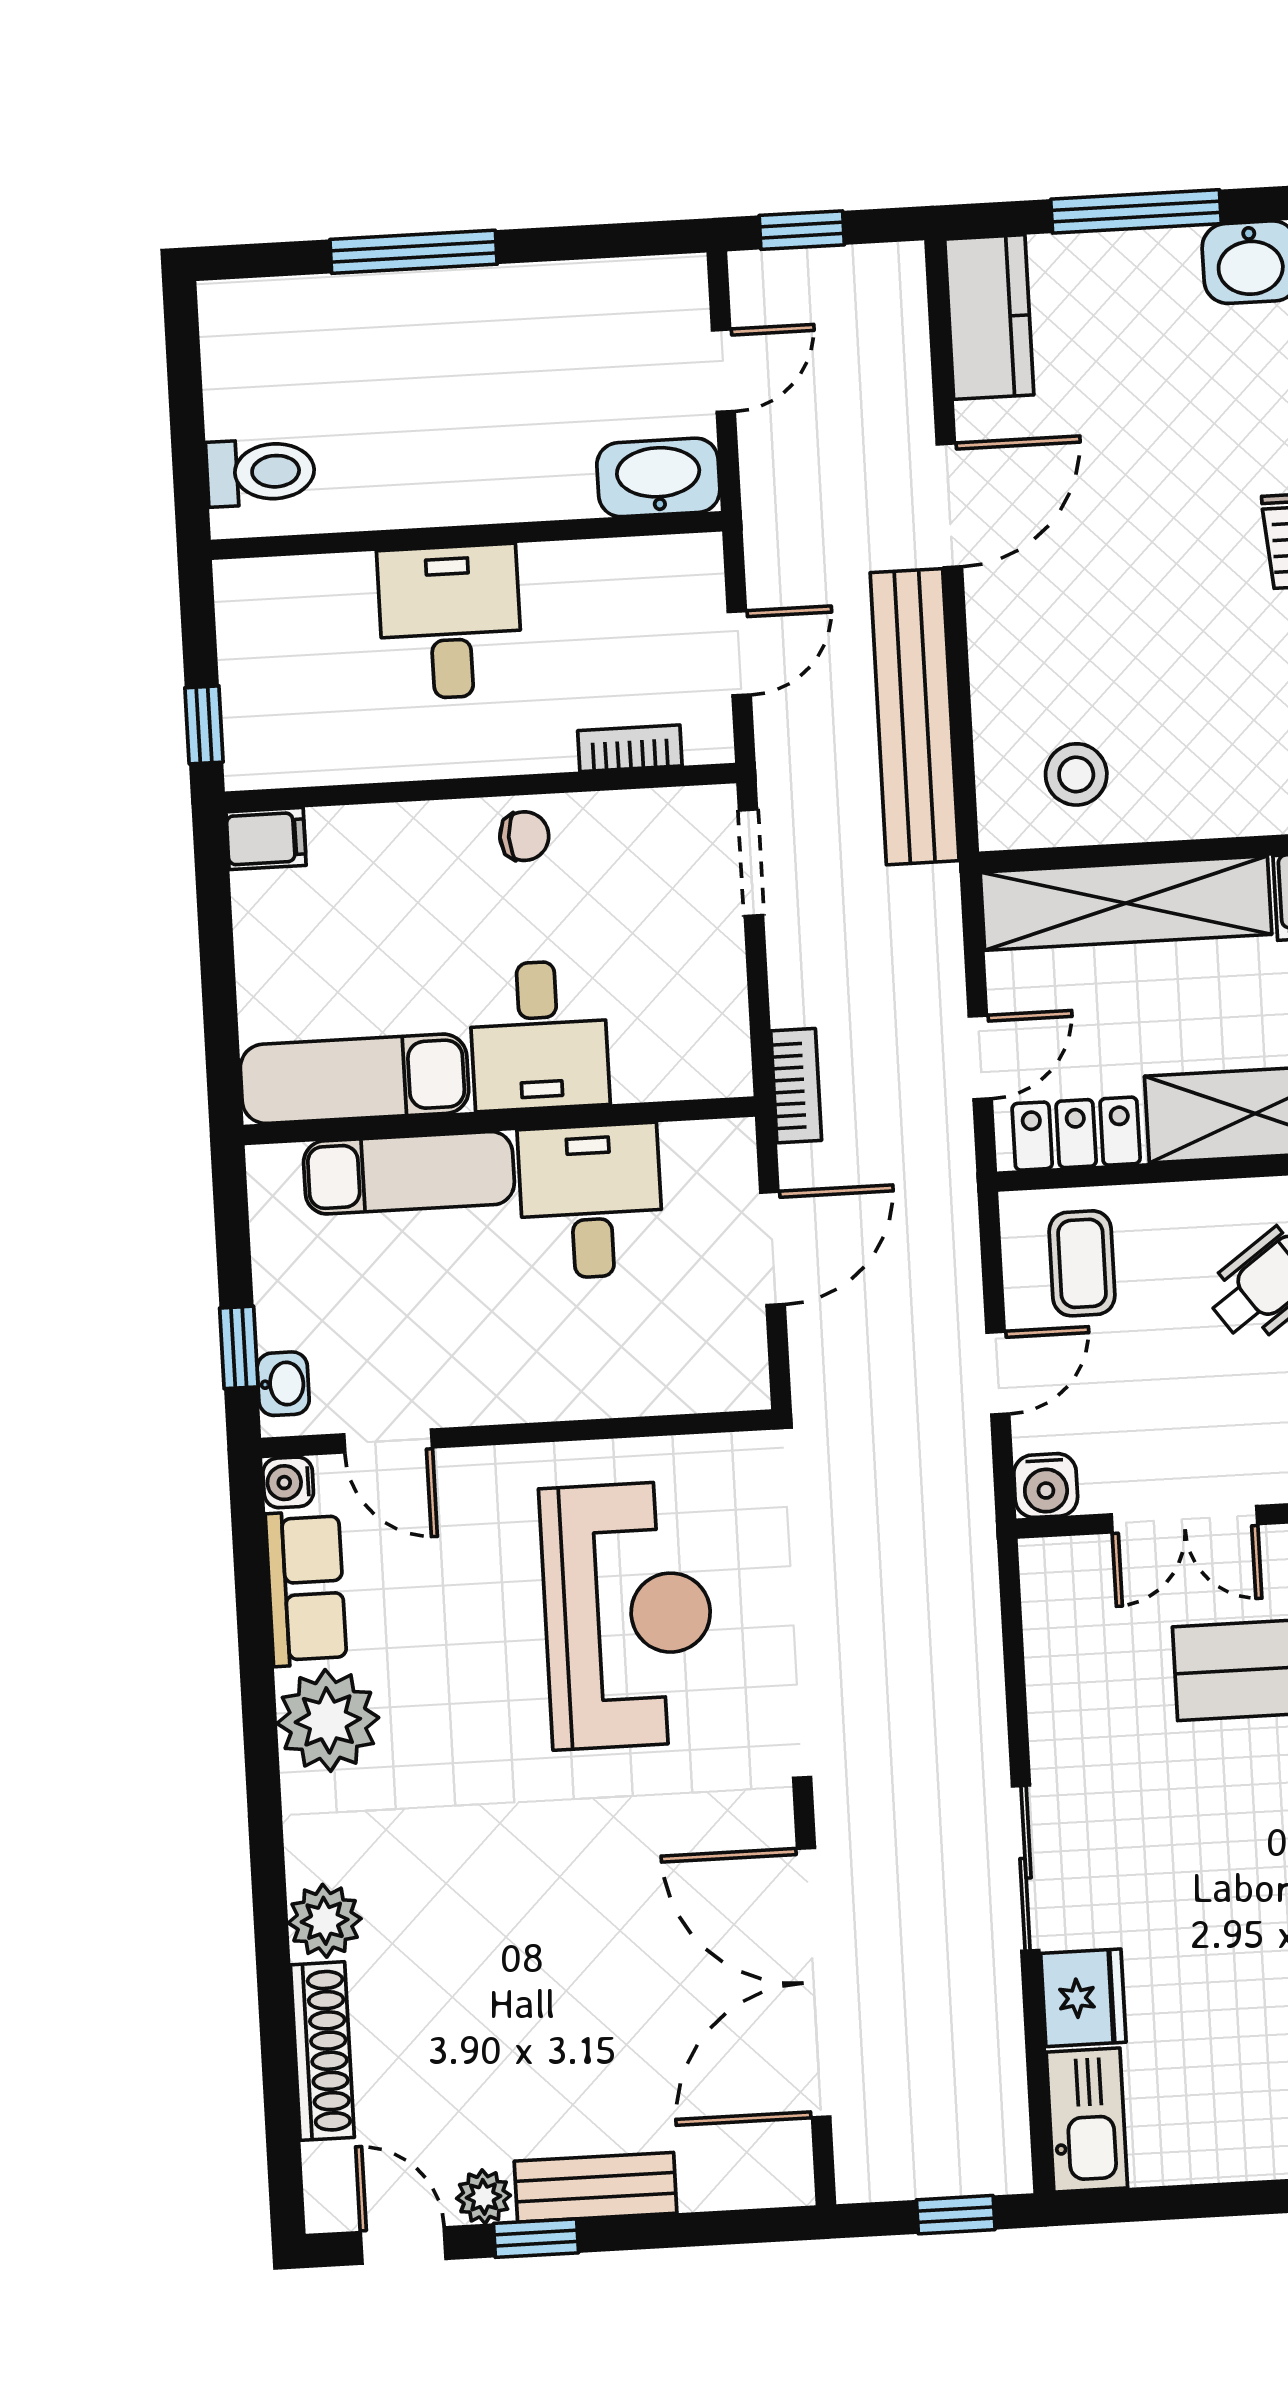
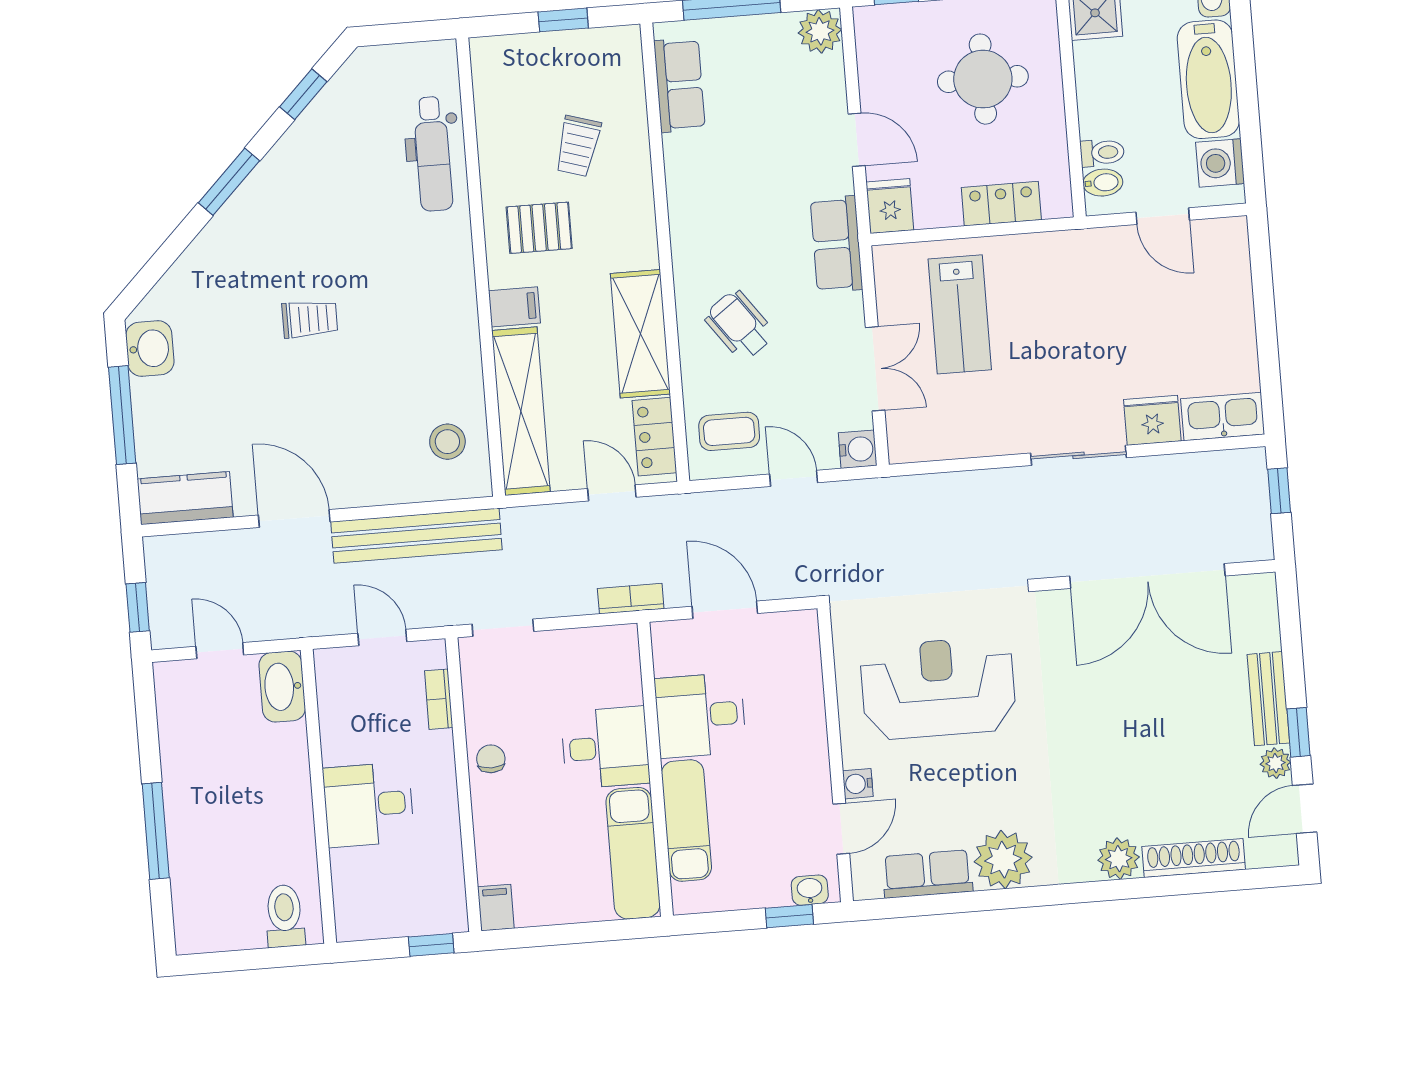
water cooler: (288, 1482) -> (858, 784), moved, turned 90

